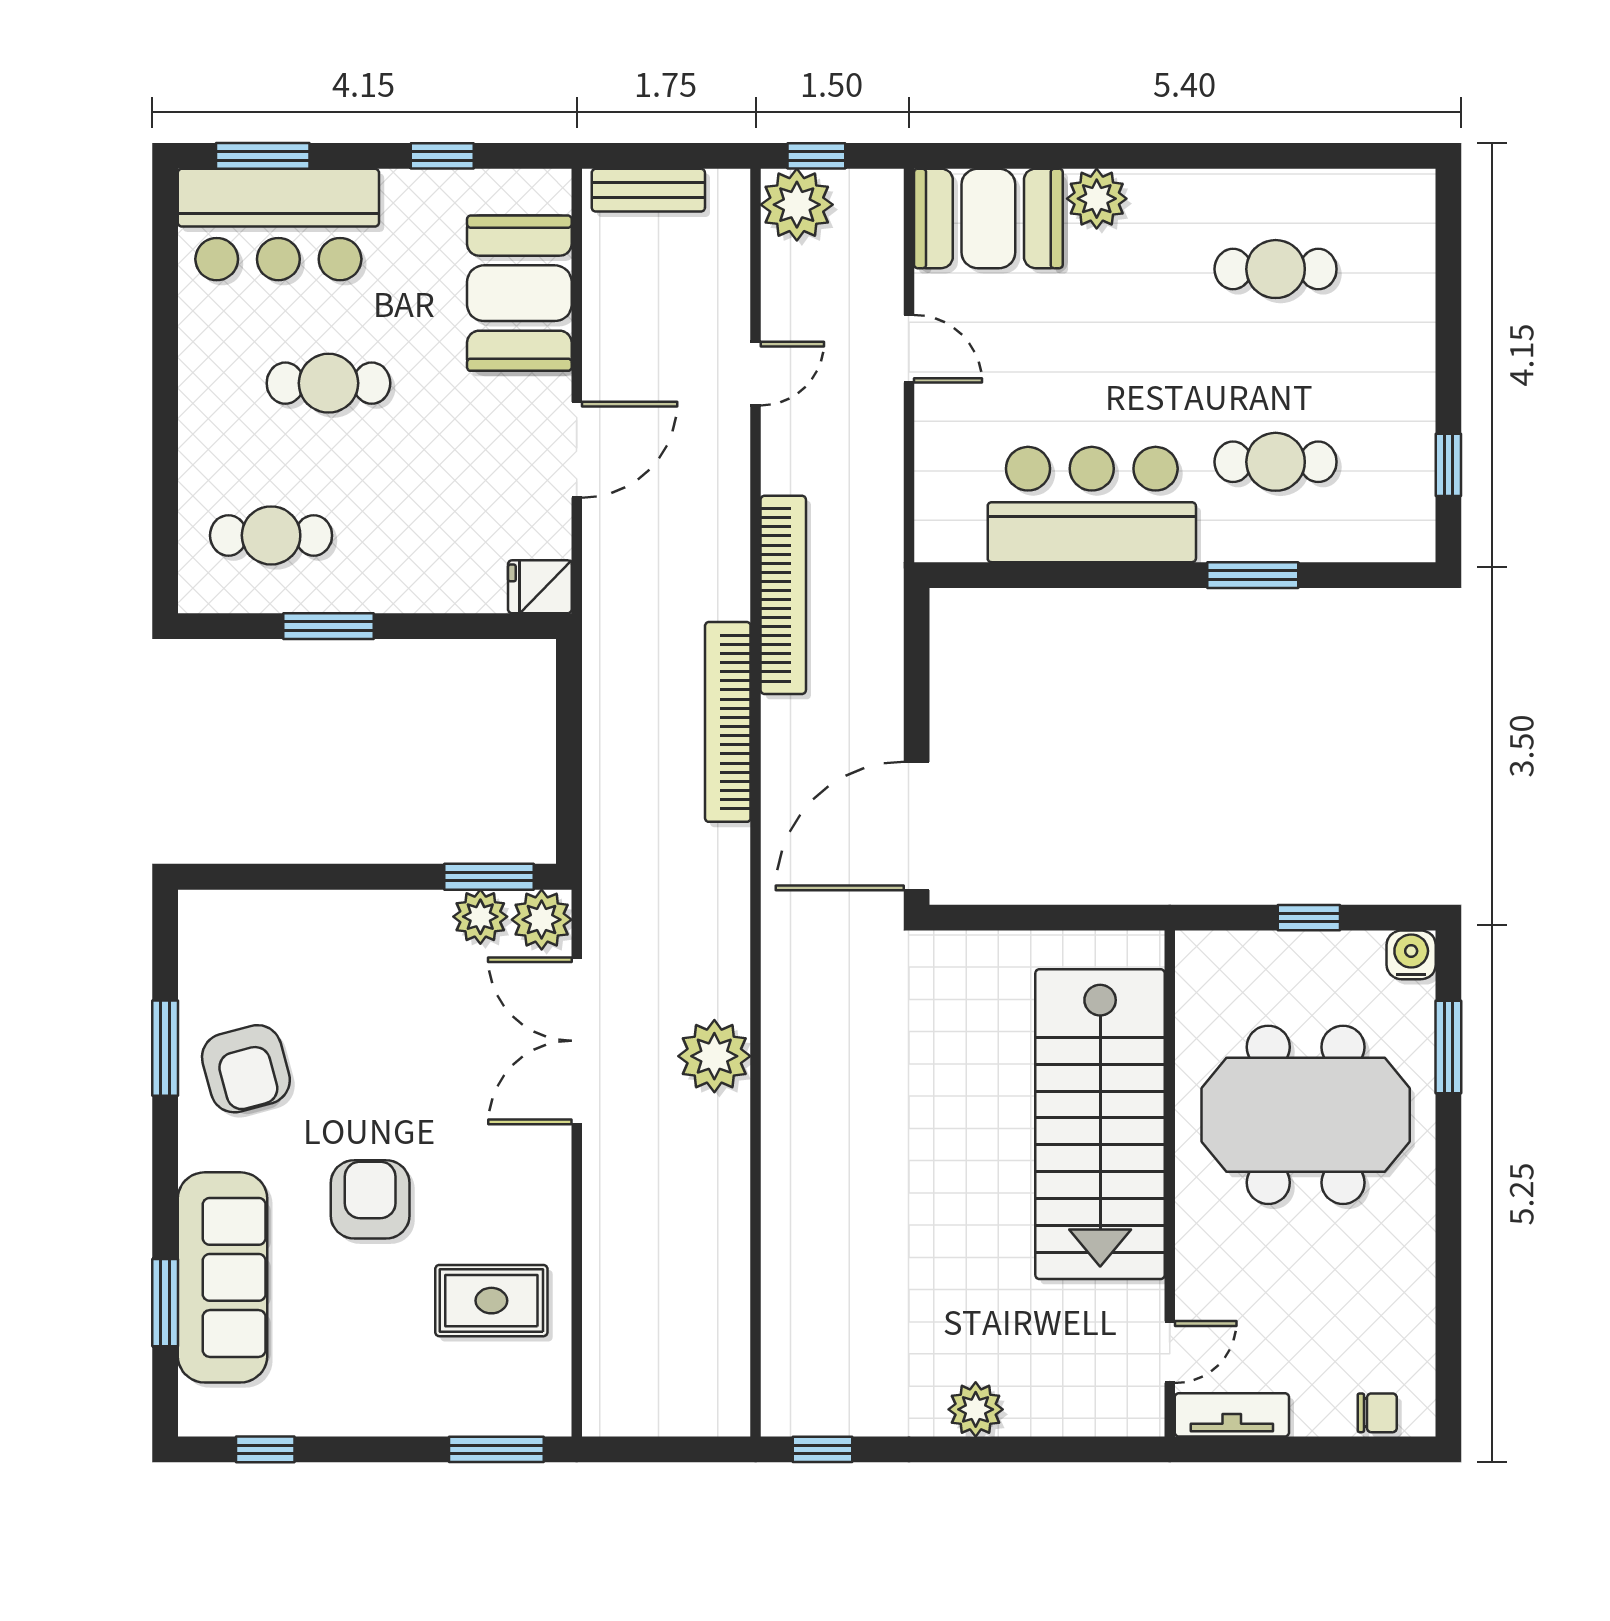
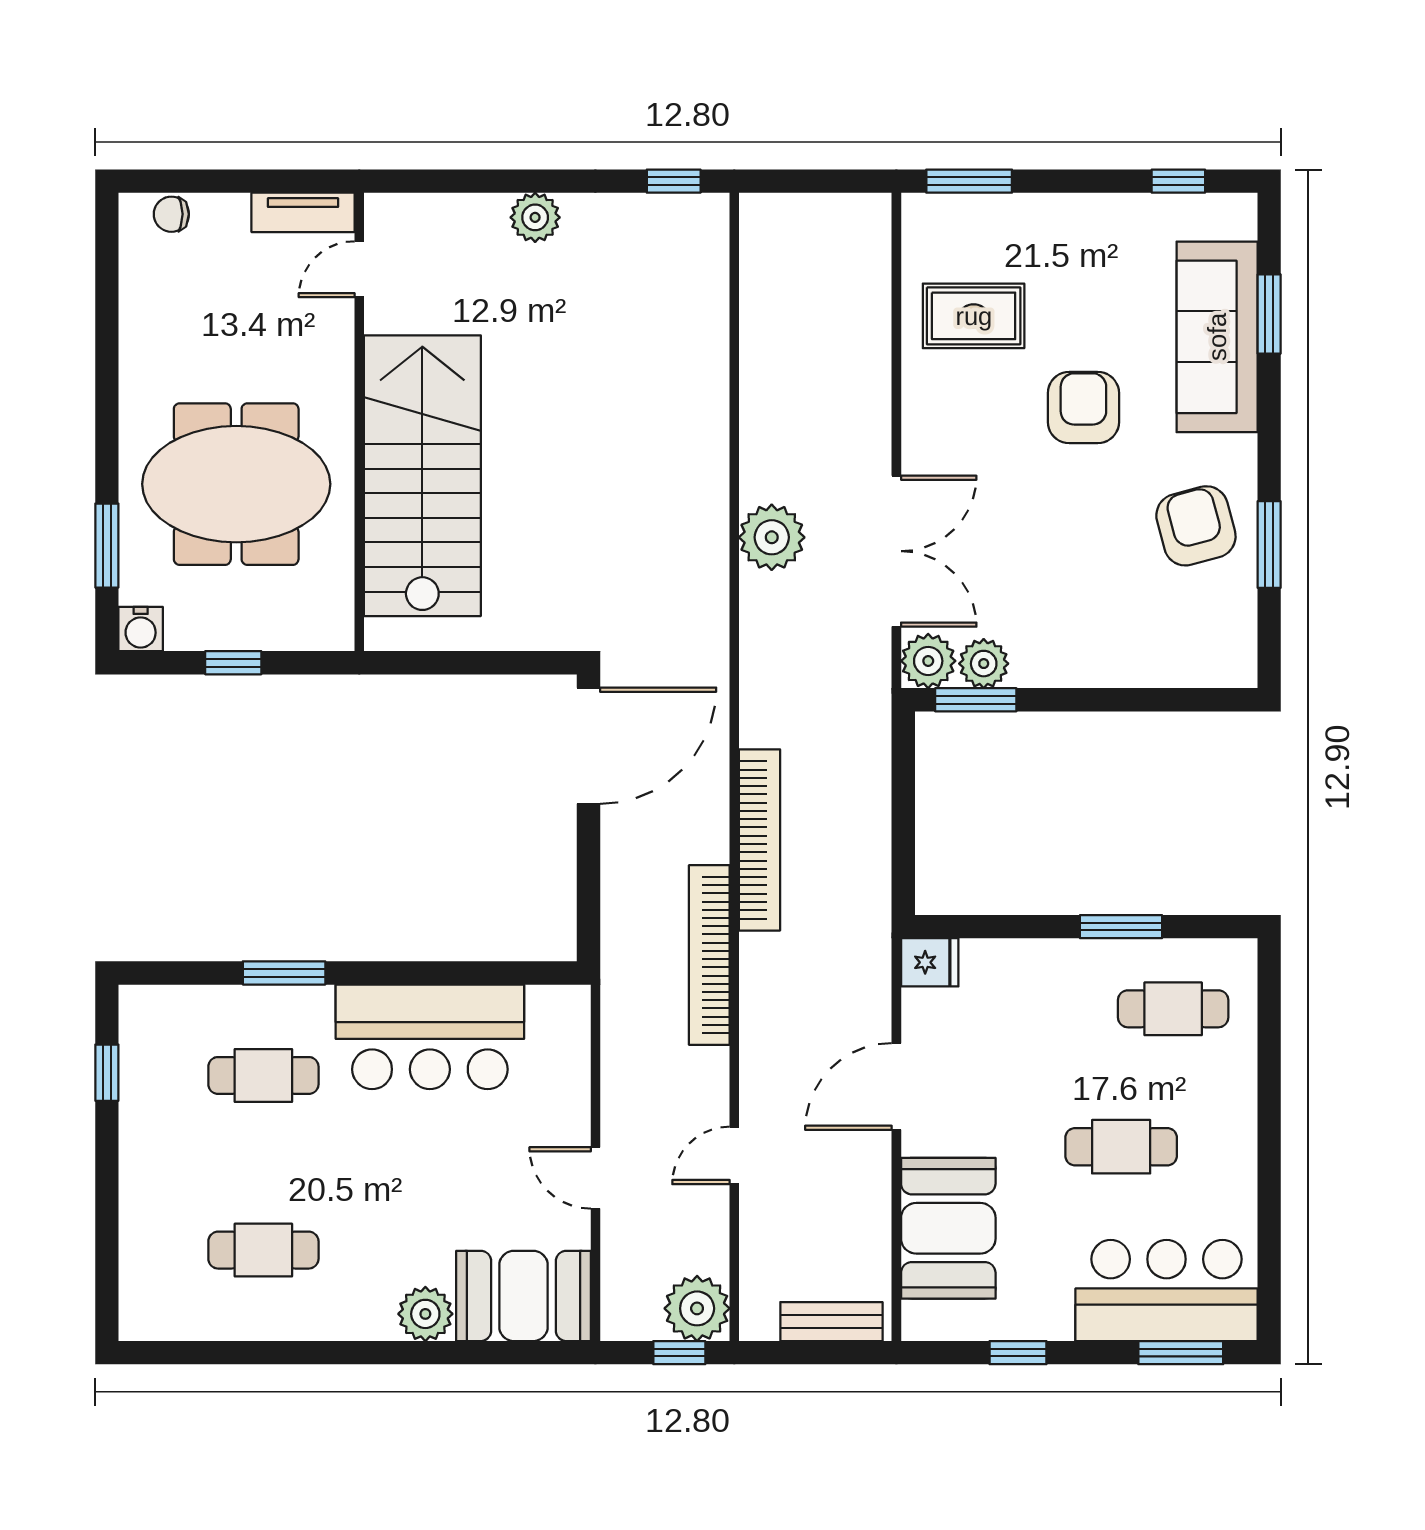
armchair: (370, 1199) -> (1083, 408), turned 180

